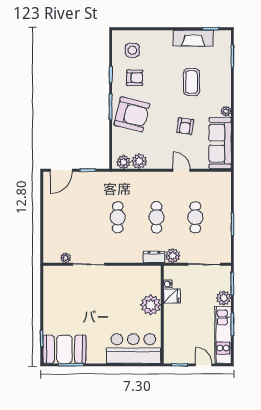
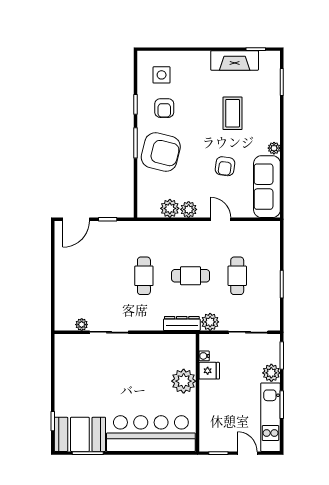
armchair: (135, 78) -> (164, 108), turned 90
plant: (124, 162) -> (189, 209), moved
cafe table: (157, 217) -> (191, 276), turned 90
dresser: (154, 257) -> (182, 324), width x1.44
bar counter: (133, 349) -> (151, 434), width x1.36

